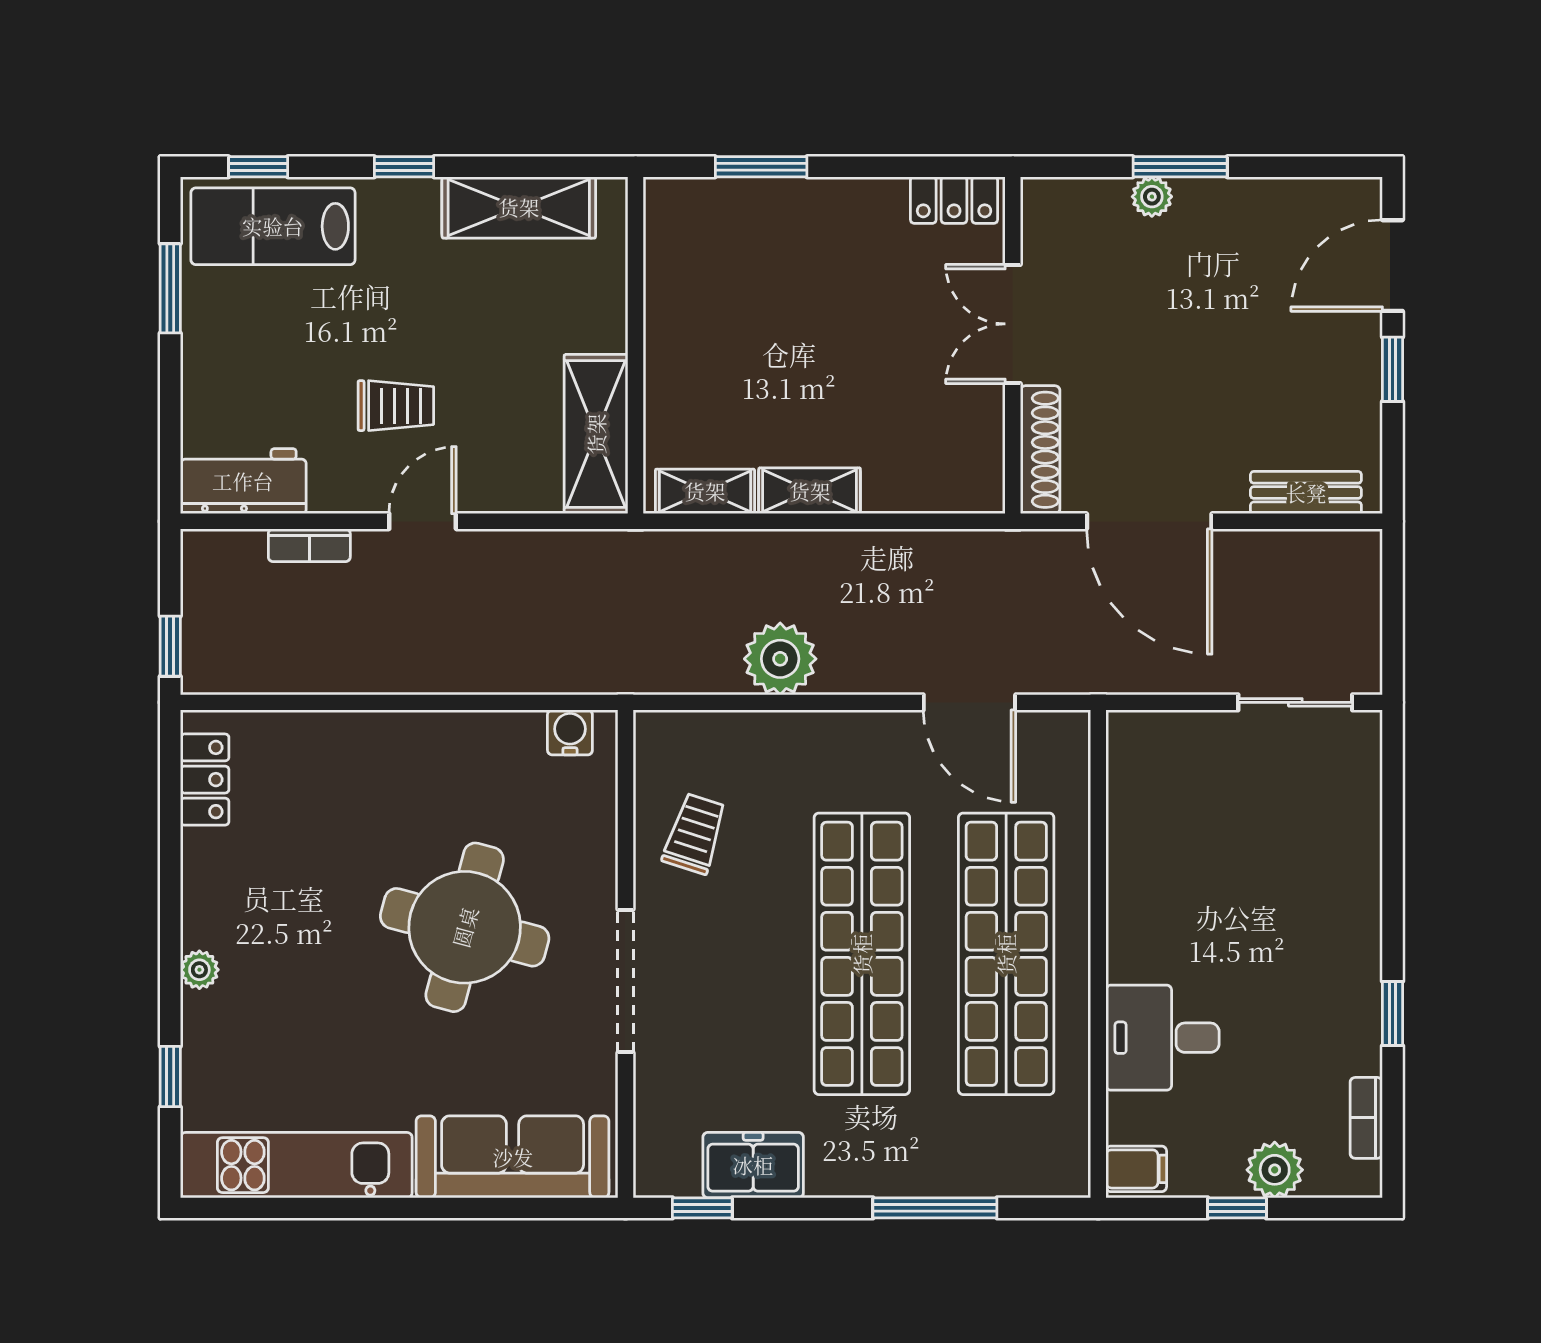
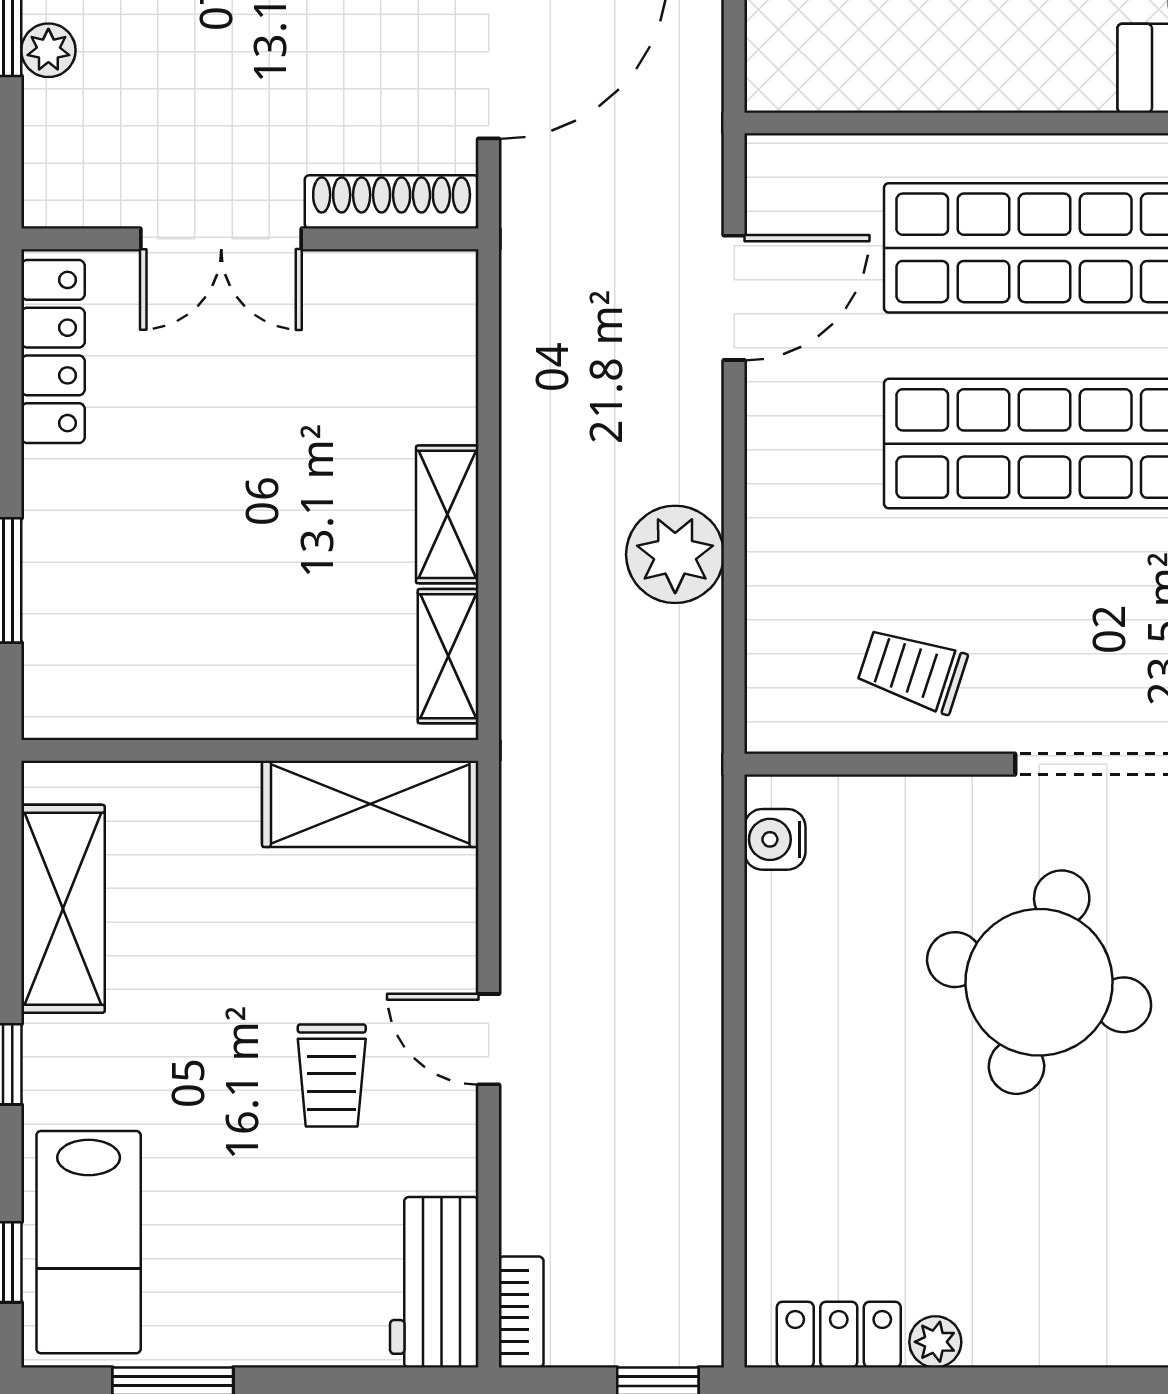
locker: (954, 200) -> (53, 352), width x1.53
trolley: (396, 406) -> (332, 1076), turned 180
bookcase: (309, 545) -> (521, 1312), moved
plant: (199, 970) -> (935, 1342), moved

